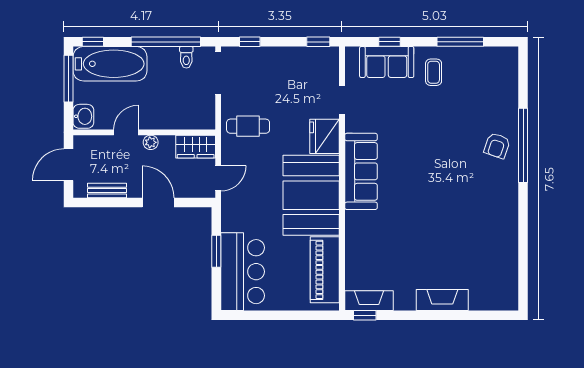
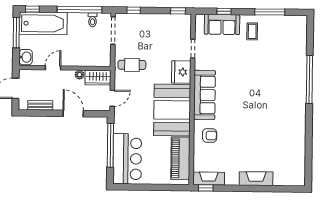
plant: (151, 142) -> (79, 75), moved
armchair: (497, 146) -> (210, 136), moved, turned -109
window: (216, 251) -> (110, 145), width x2.11

